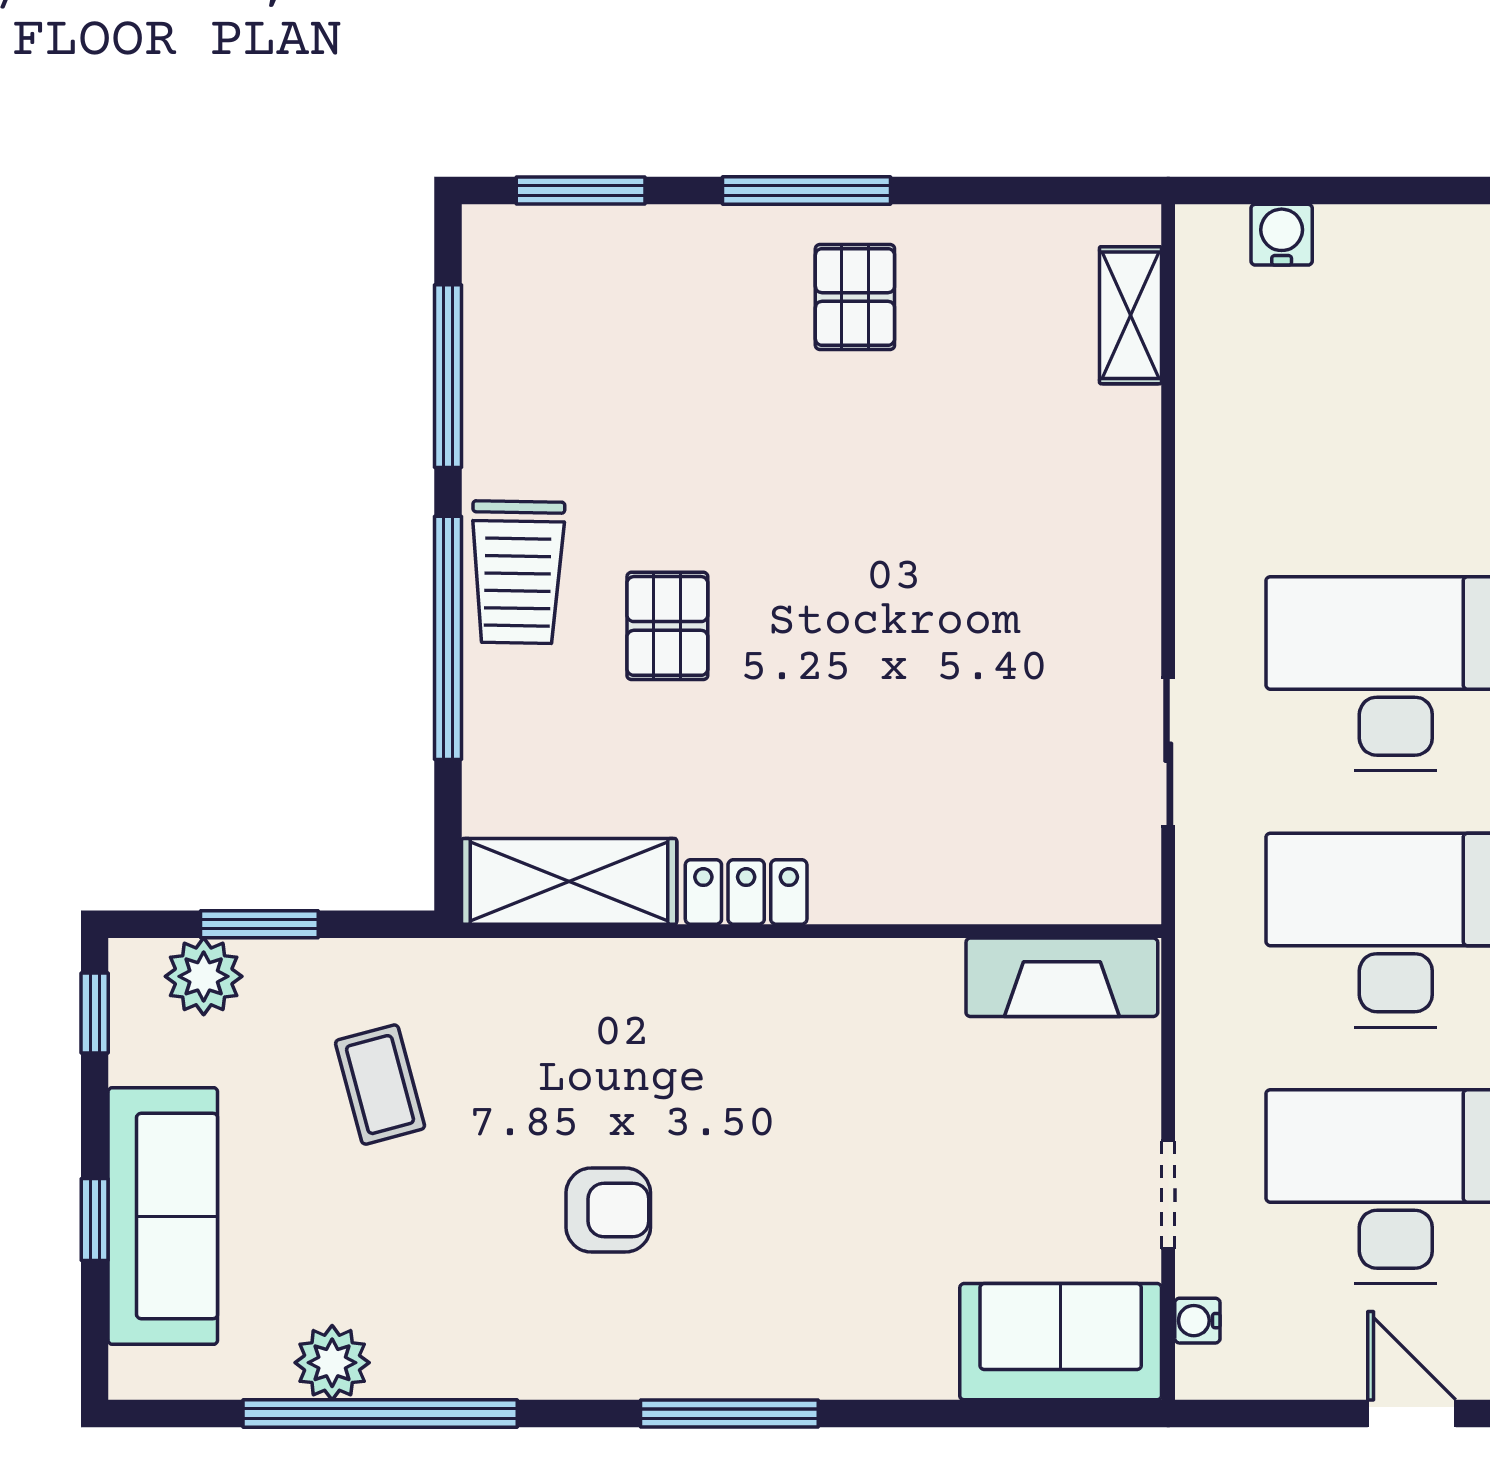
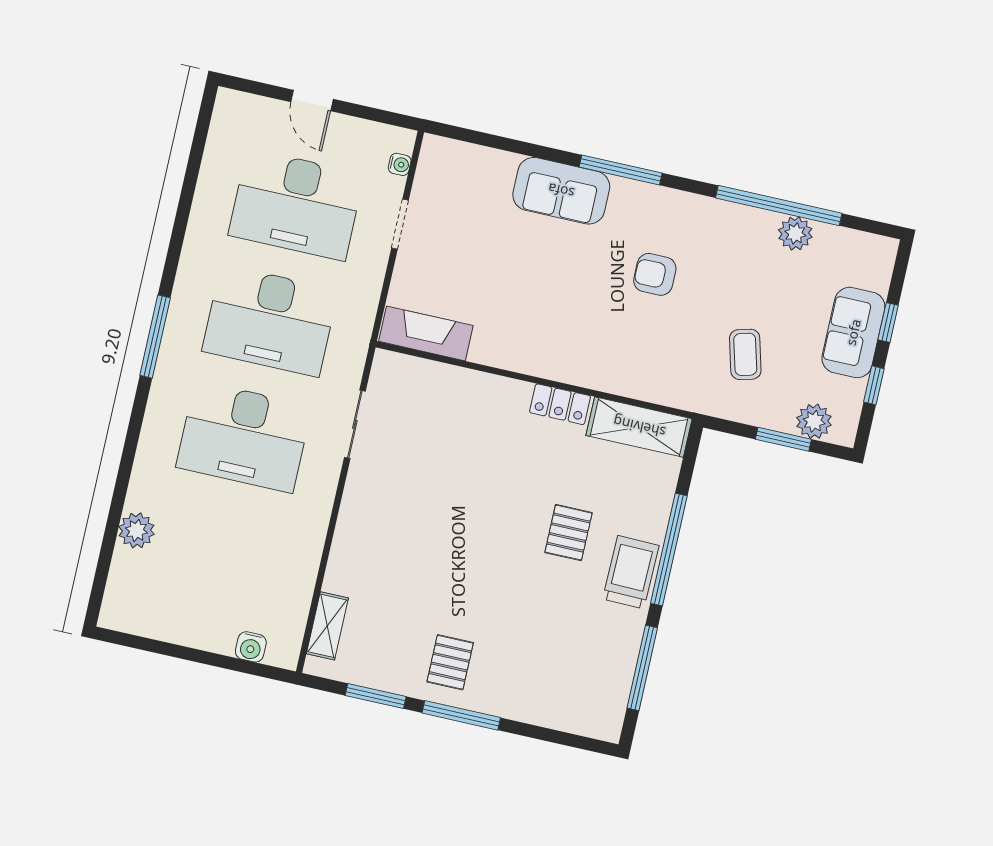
window: (581, 191) -> (376, 696), moved
window: (95, 1013) -> (874, 385), moved
sofa: (163, 1216) -> (853, 332), width x0.73
sofa: (1061, 1342) -> (561, 191), moved

